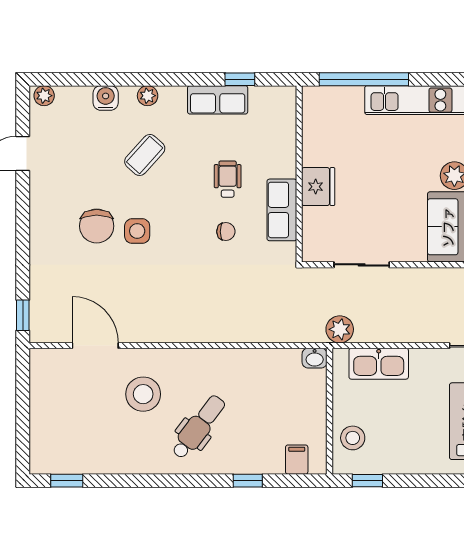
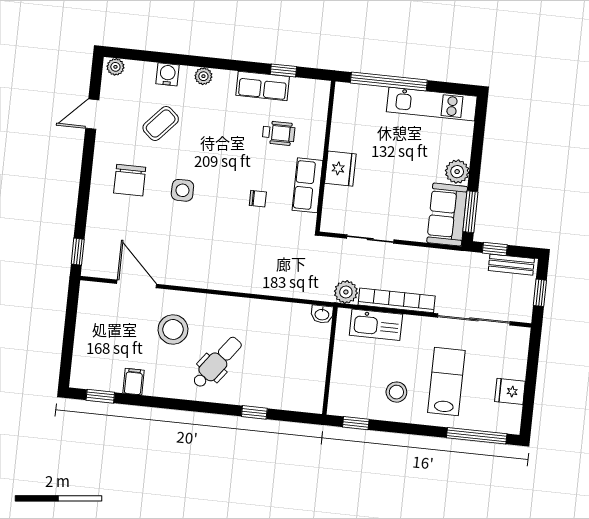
coffee table: (145, 155) -> (161, 123), moved
wheelchair: (228, 179) -> (279, 133), moved, turned 90
chair: (97, 226) -> (130, 180), moved
bookcase: (400, 333) -> (397, 300), added
stool: (353, 438) -> (396, 392), moved
filing cabinet: (297, 460) -> (134, 382), moved

